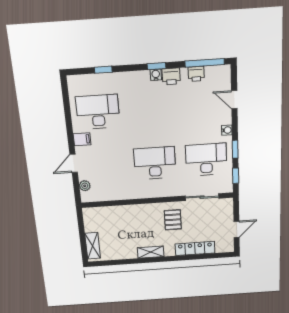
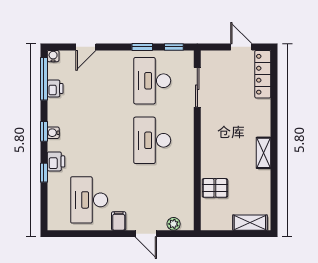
window: (103, 70) -> (44, 173), moved
printer: (171, 76) -> (56, 161), moved
water cooler: (227, 130) -> (53, 56), moved
pallet: (173, 220) -> (215, 188), moved
locker: (195, 249) -> (263, 74), moved

